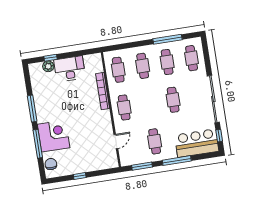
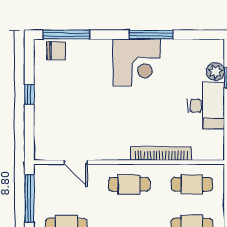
corner desk: (54, 136) -> (136, 62), moved
window: (38, 144) -> (66, 35), moved
window: (142, 166) -> (29, 198), width x1.44

